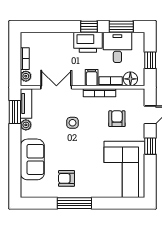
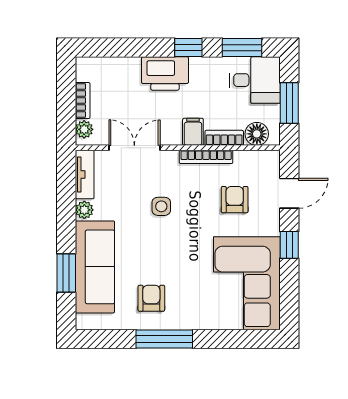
printer: (88, 42) -> (165, 73), moved
desk: (117, 47) -> (255, 80), moved, turned 90
window: (150, 60) -> (289, 103), width x1.50
window: (15, 112) -> (66, 273), moved
sofa: (32, 159) -> (95, 267), width x1.36
armchair: (66, 178) -> (151, 298), turned 90

